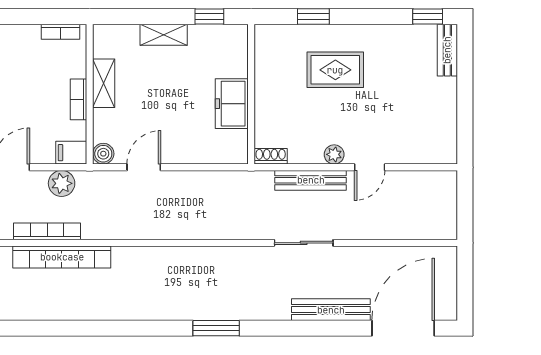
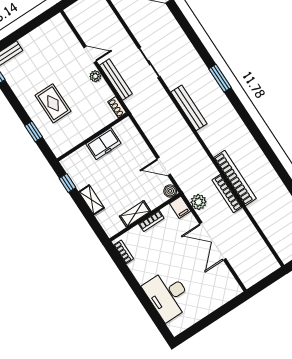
bench: (331, 310) -> (189, 108), moved

